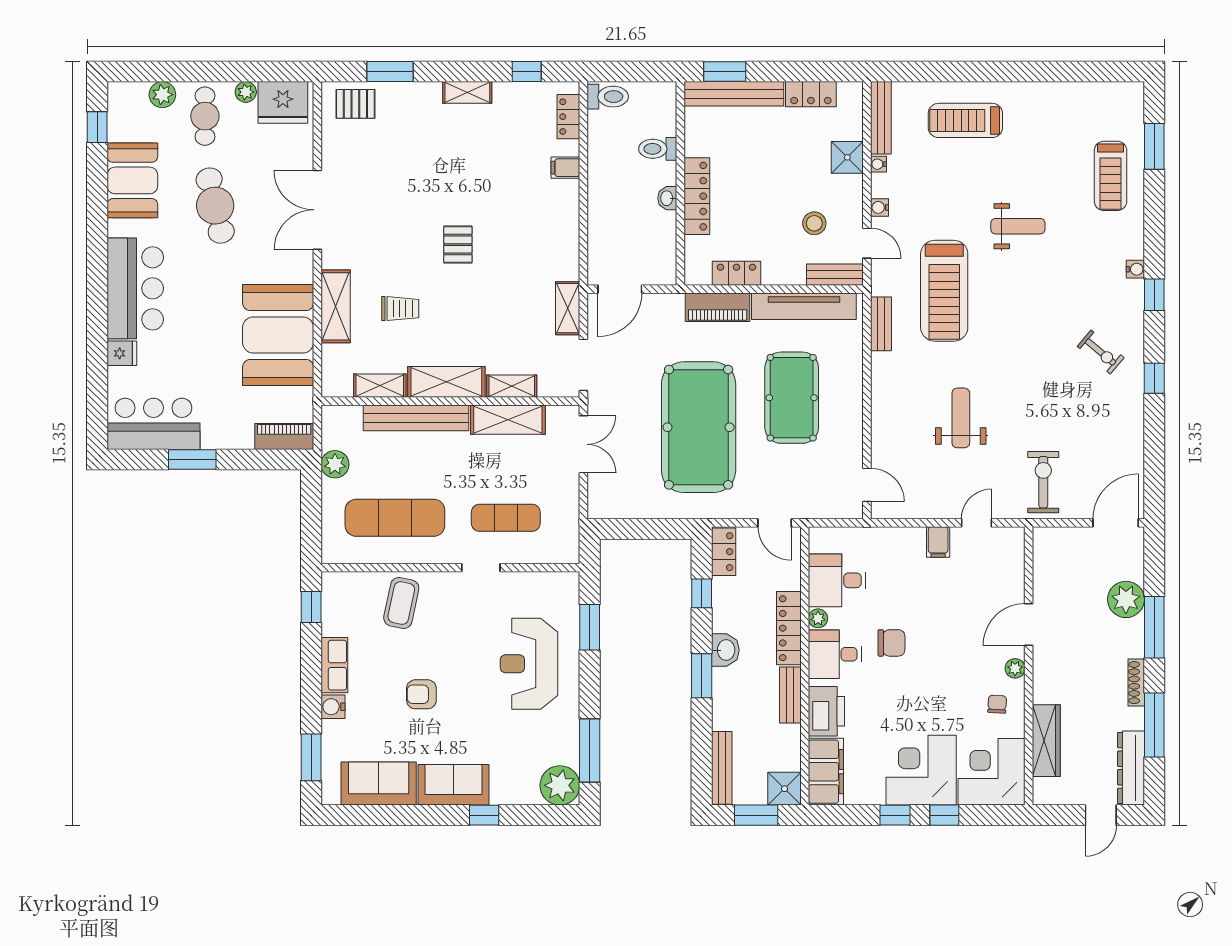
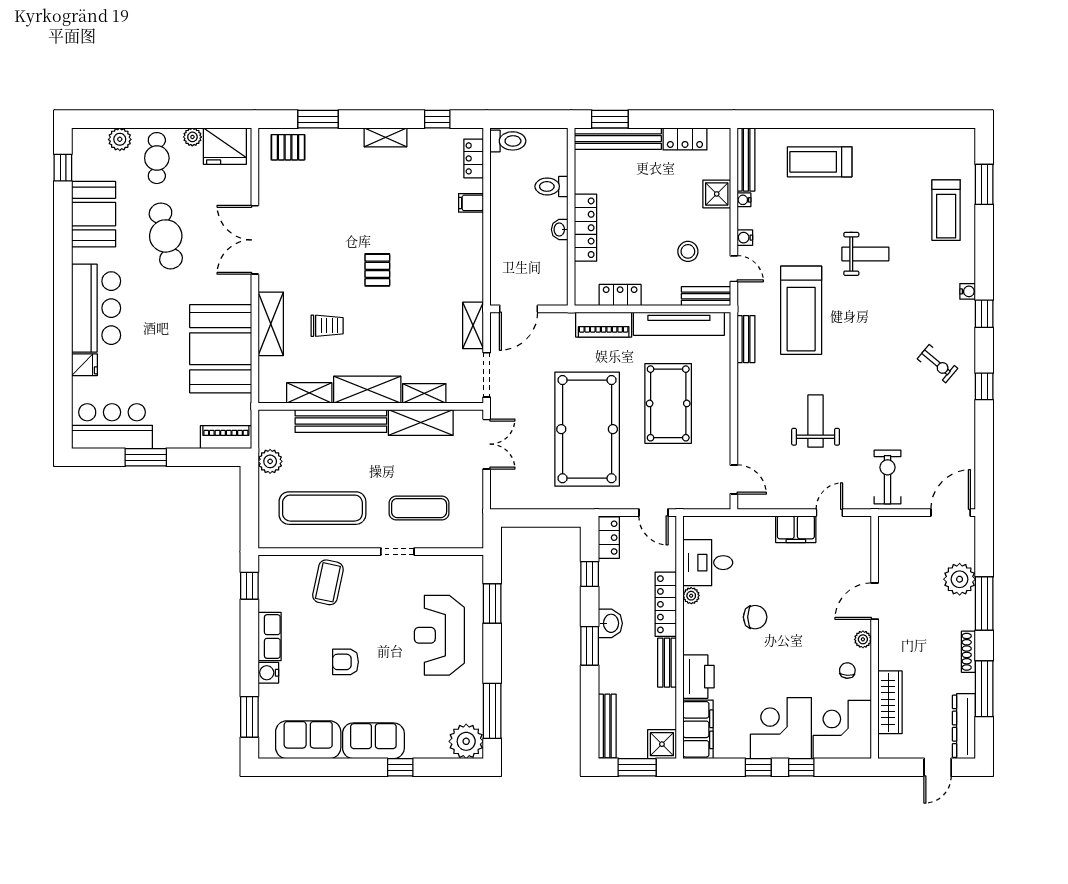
filing cabinet: (938, 542) -> (796, 529), width x2.00
desk: (835, 654) -> (706, 627), removed

